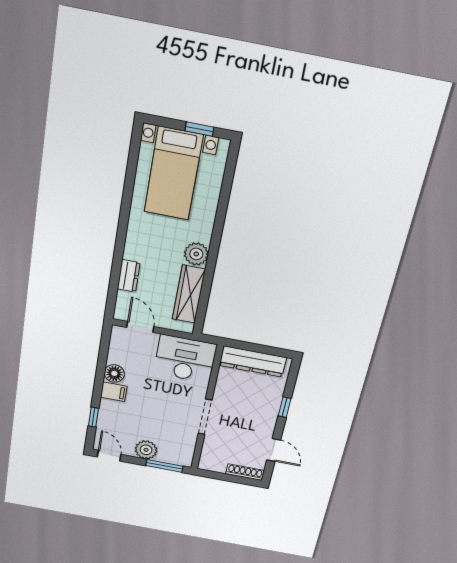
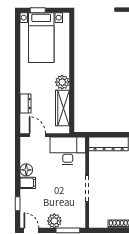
window: (199, 129) -> (38, 10), moved

